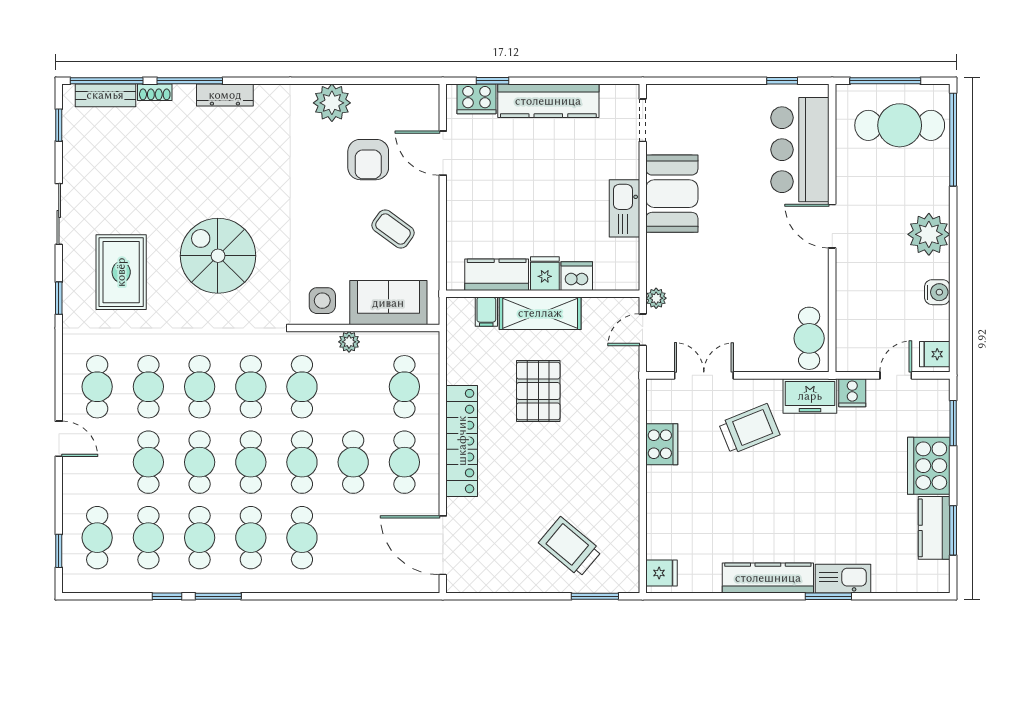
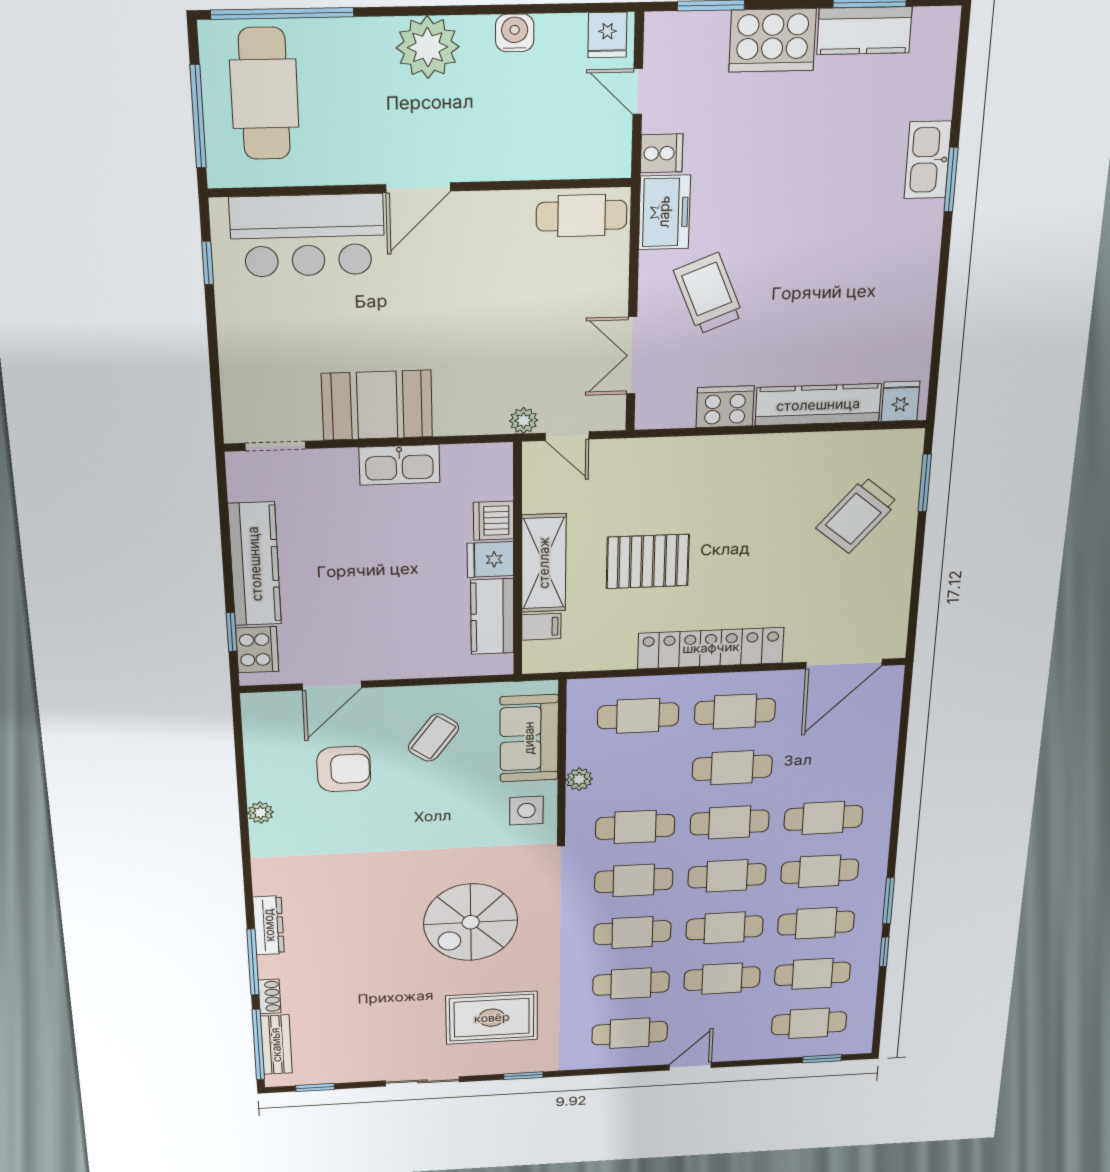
plant: (332, 103) -> (260, 813), width x0.53, depth x0.53
kitchen counter: (768, 578) -> (818, 405), moved, turned 90

